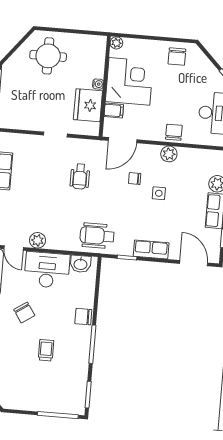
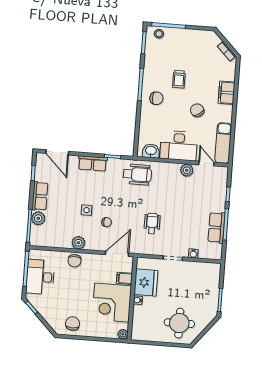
water cooler: (30, 140) -> (193, 253), added
chair: (83, 317) -> (156, 98), moved
stool: (70, 405) -> (159, 34), added

